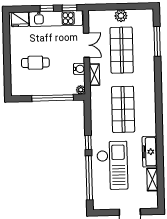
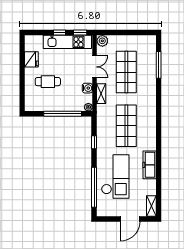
plant: (121, 16) -> (102, 41), moved
fridge: (20, 19) -> (31, 59), moved, turned -90
window: (88, 142) -> (94, 142), moved
shelving: (152, 179) -> (151, 206), moved

